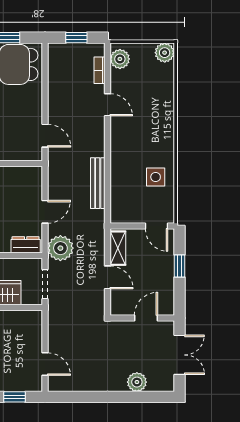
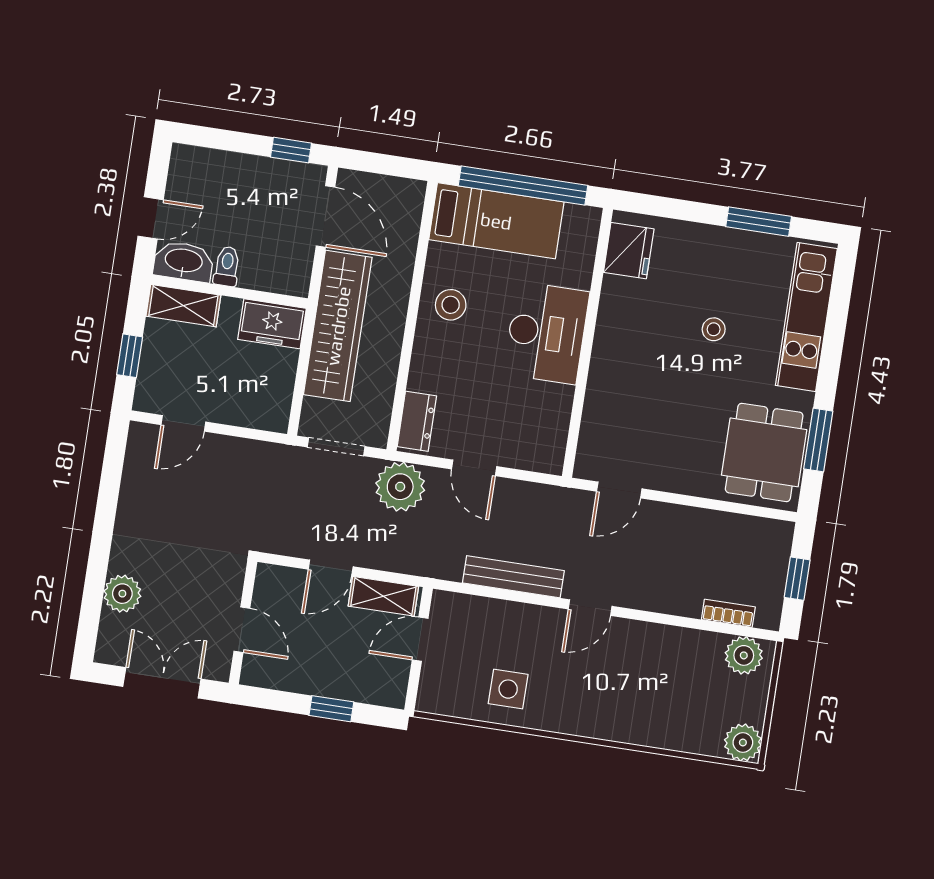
door: (107, 105) -> (590, 608), moved
door: (157, 226) -> (420, 639), moved
double door: (179, 355) -> (162, 683), swing flipped

